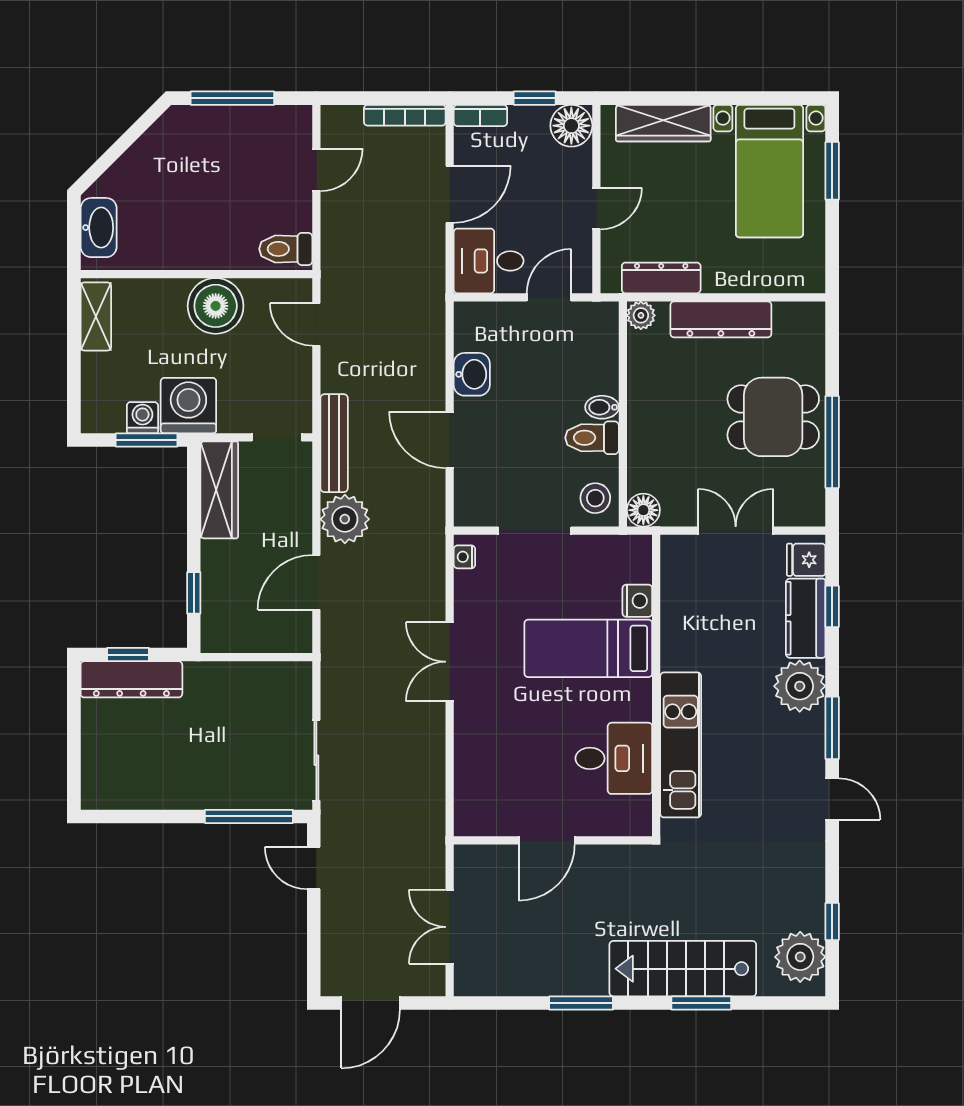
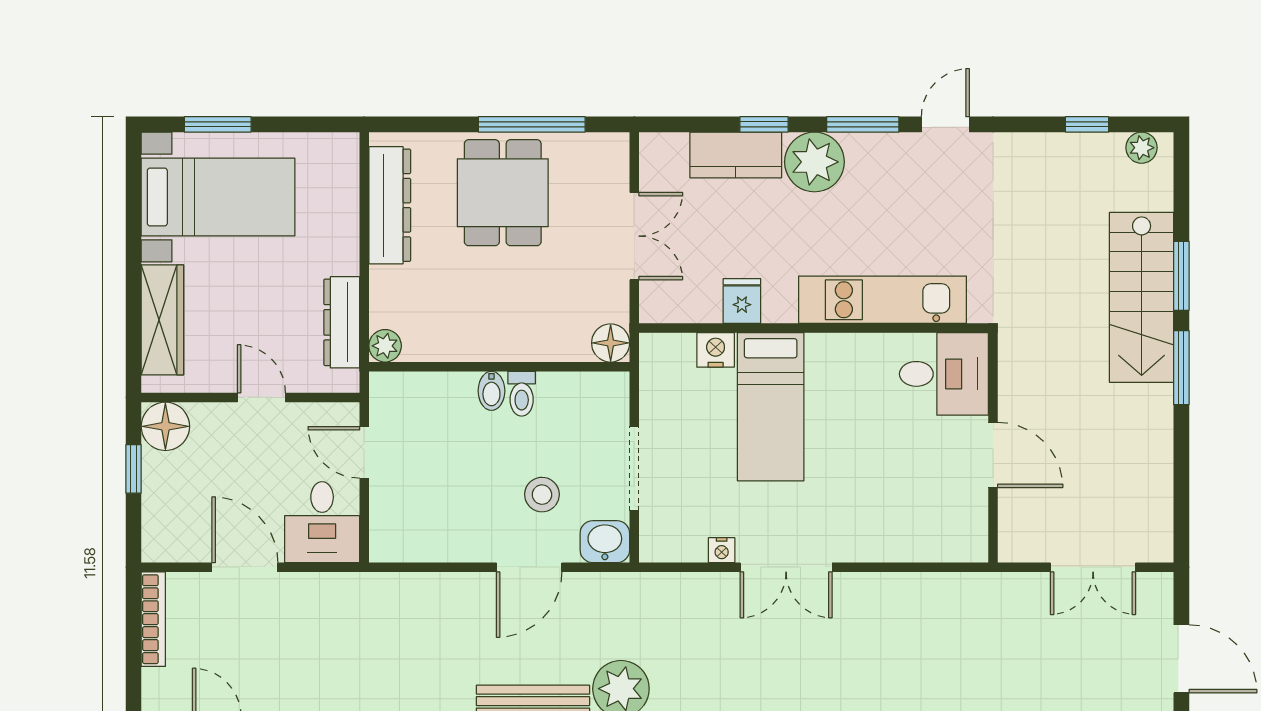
bookcase: (480, 115) -> (154, 532), removed
dresser: (721, 319) -> (390, 205), moved
washbasin: (472, 374) -> (605, 542), moved
toilet: (592, 438) -> (522, 394), width x0.73, depth x0.72
stool: (595, 498) -> (542, 495), moved
double door: (736, 531) -> (634, 236), swing flipped
nightstand: (464, 557) -> (722, 550), moved
fridge: (806, 560) -> (742, 301), moved, turned 180
window: (832, 606) -> (764, 124), moved
desk: (614, 758) -> (944, 374), moved, turned 90
plant: (800, 957) -> (1142, 148), width x0.53, depth x0.53
window: (581, 1003) -> (1181, 368), moved

